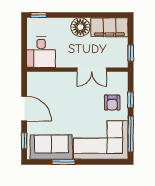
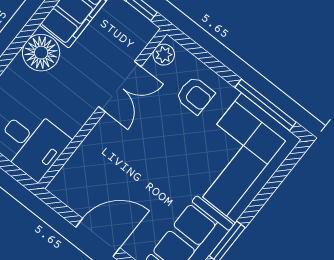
plant: (118, 77) -> (164, 55), added
window: (131, 100) -> (213, 64), removed

